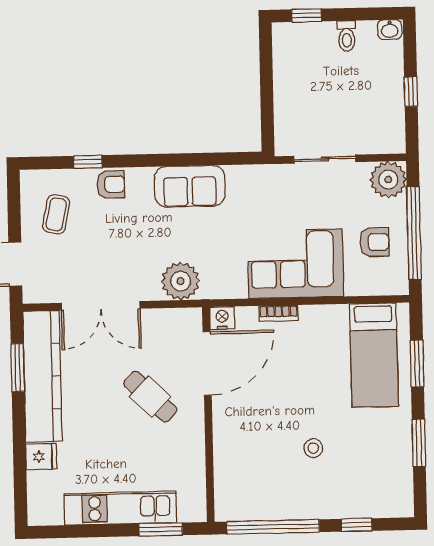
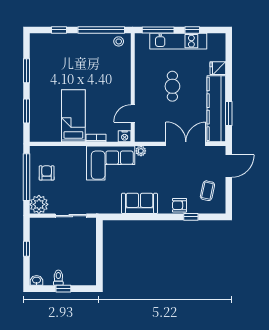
window: (306, 15) -> (63, 289), moved
armchair: (374, 242) -> (47, 173), turned 90
corner sofa: (296, 264) -> (111, 163), moved
plant: (181, 281) -> (141, 151), width x0.53, depth x0.53
bed: (374, 355) -> (73, 116), moved
door: (207, 363) -> (133, 113), width x0.53
cafe table: (150, 397) -> (172, 86), moved, turned 46
stool: (313, 448) -> (119, 41), moved
window: (161, 529) -> (158, 30), width x1.44
window: (93, 531) -> (192, 30), added

